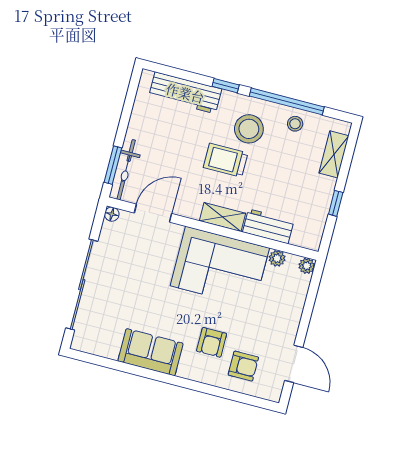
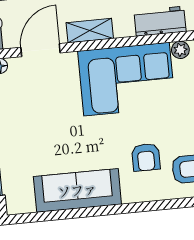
shelving: (222, 217) -> (90, 31), moved
sofa: (150, 352) -> (77, 190), width x1.36

